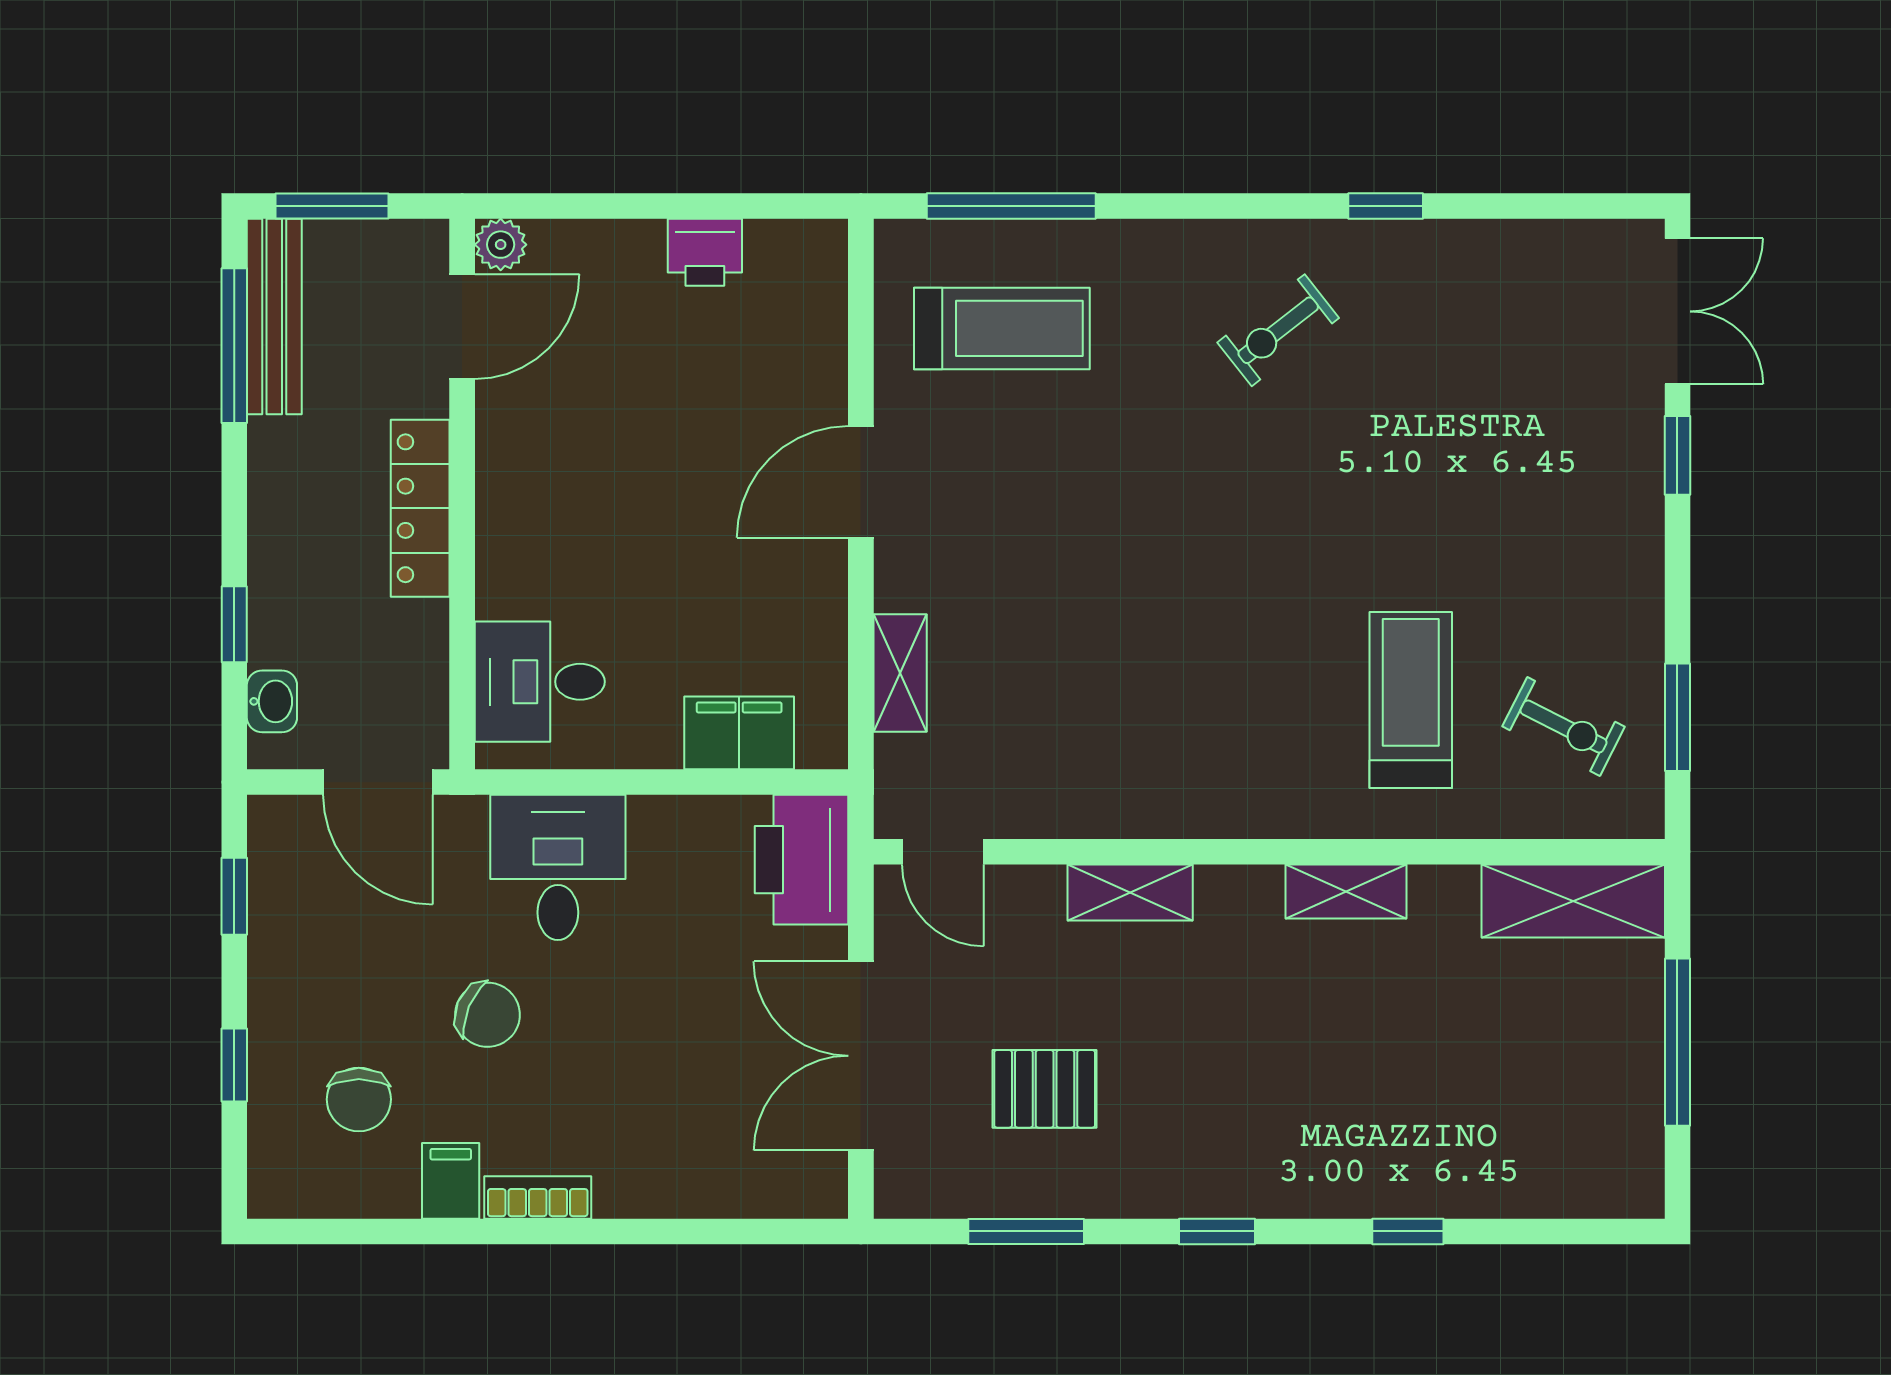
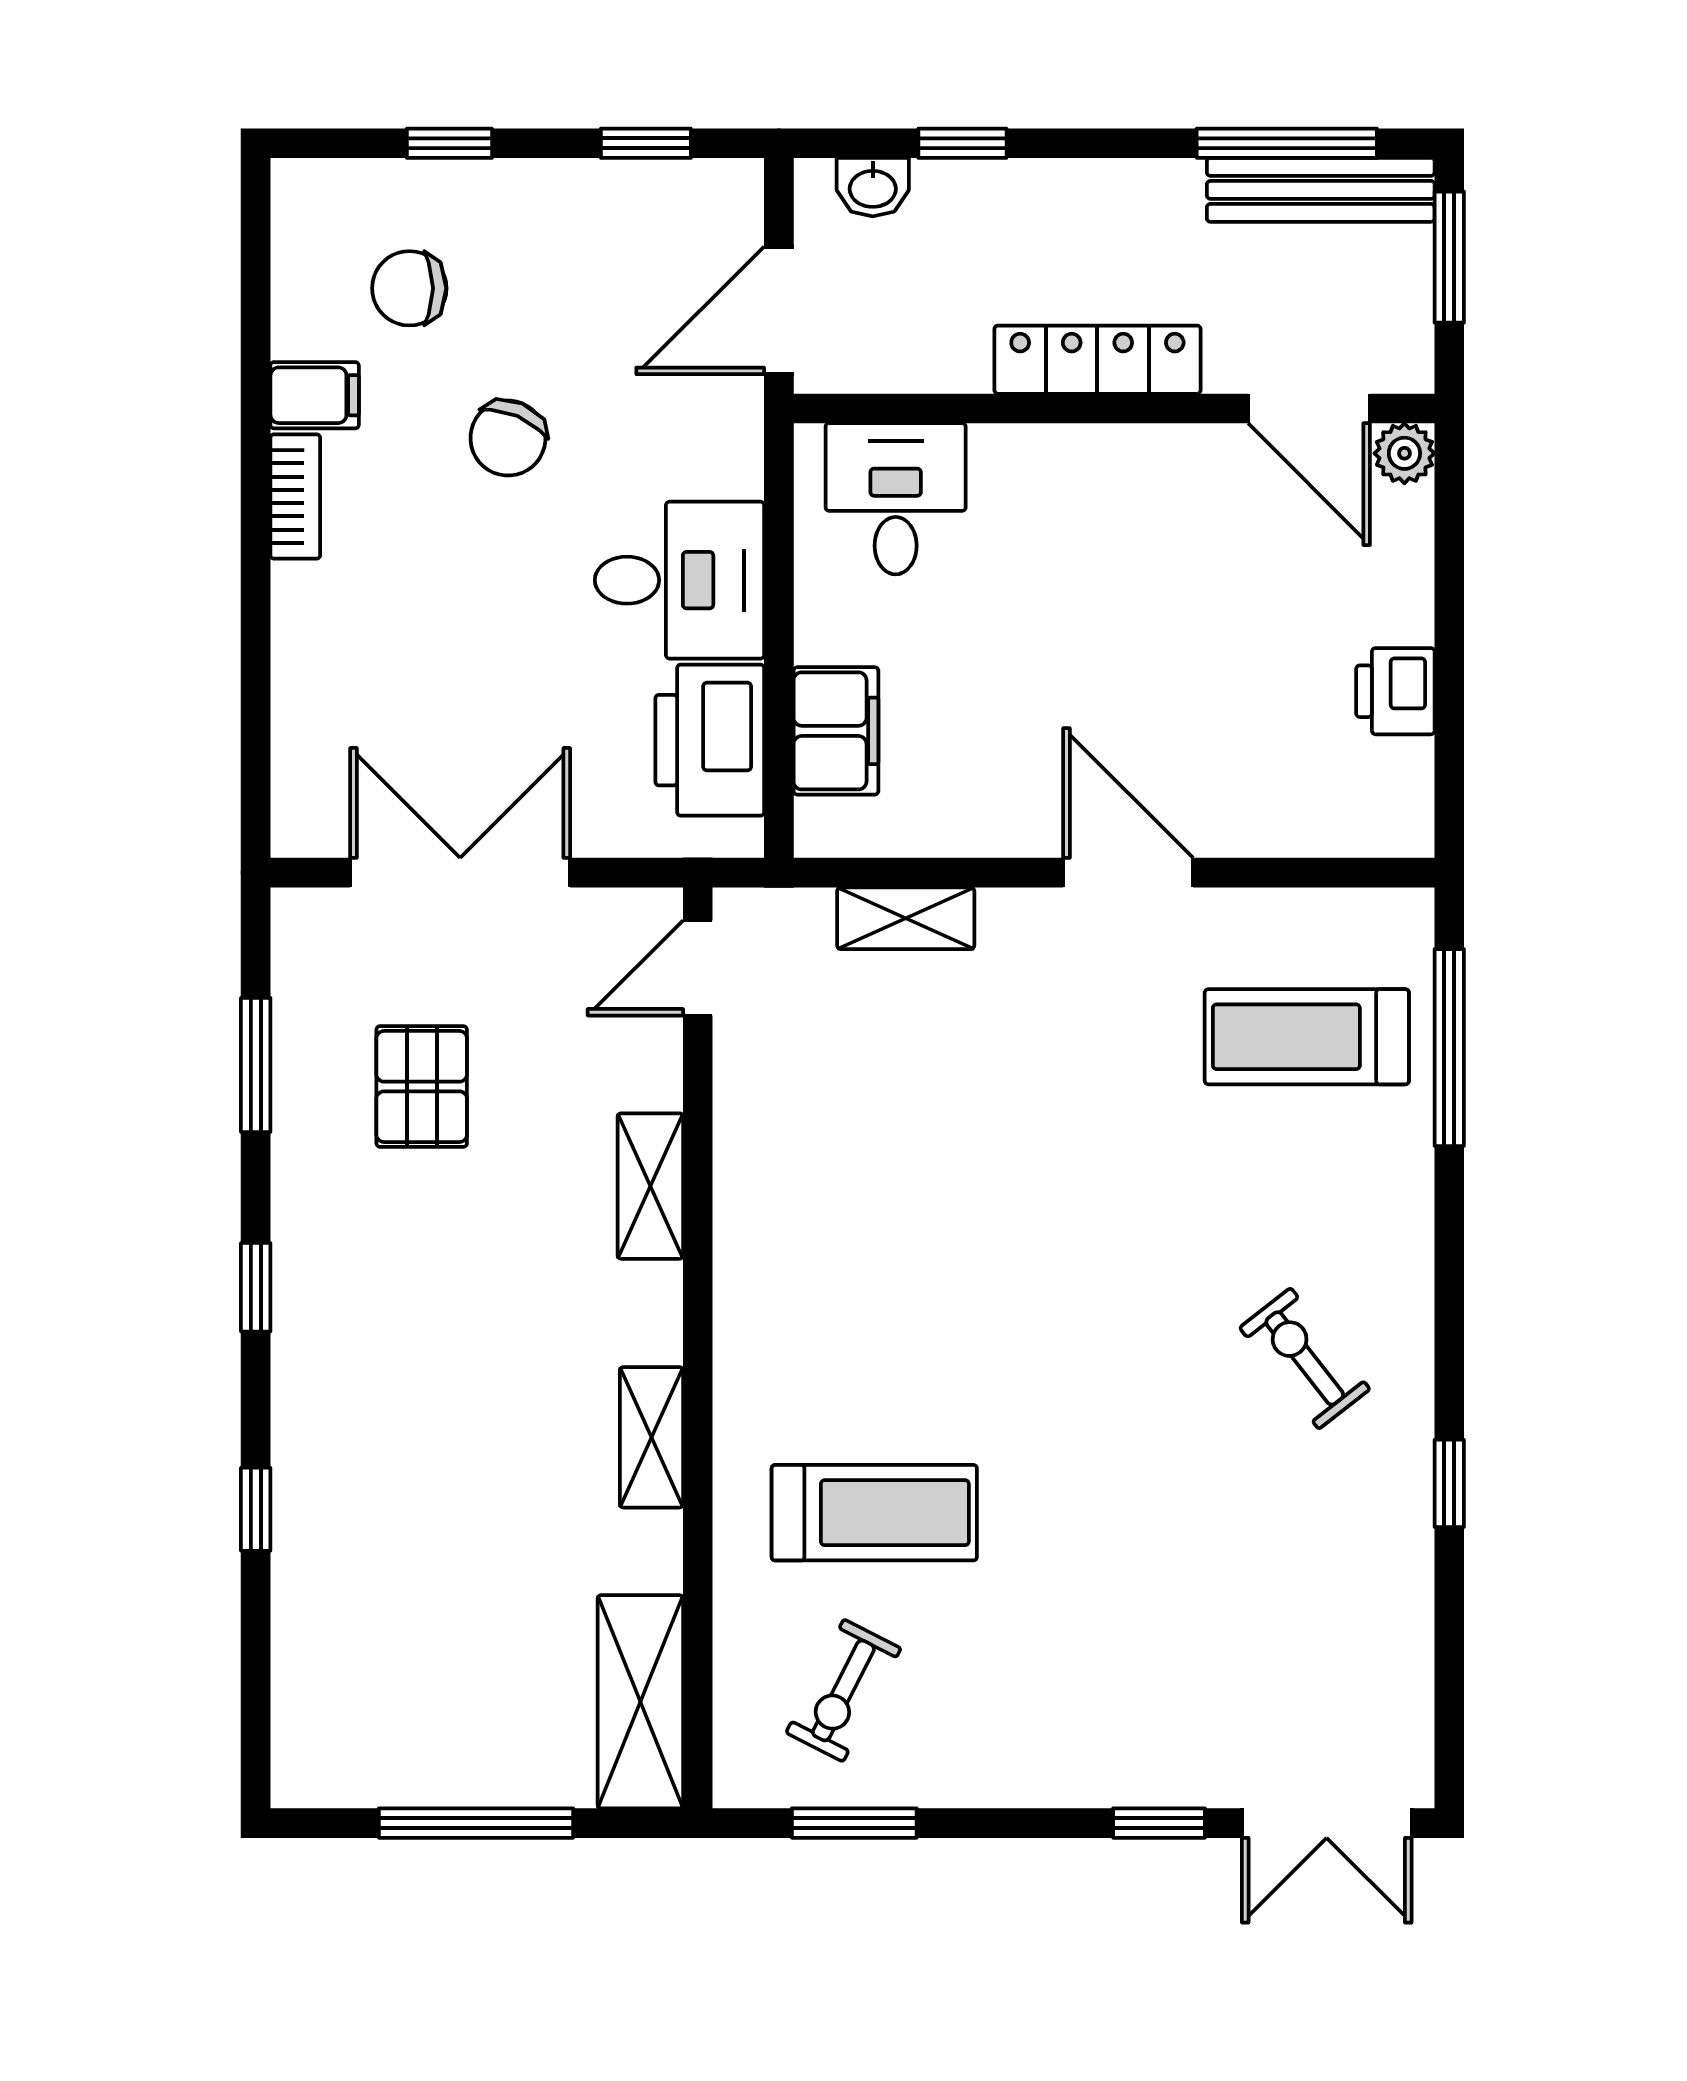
treadmill: (1002, 328) -> (1307, 1037), turned 90
printer: (802, 860) -> (710, 740), moved, turned -90
desk: (558, 867) -> (679, 580), moved

